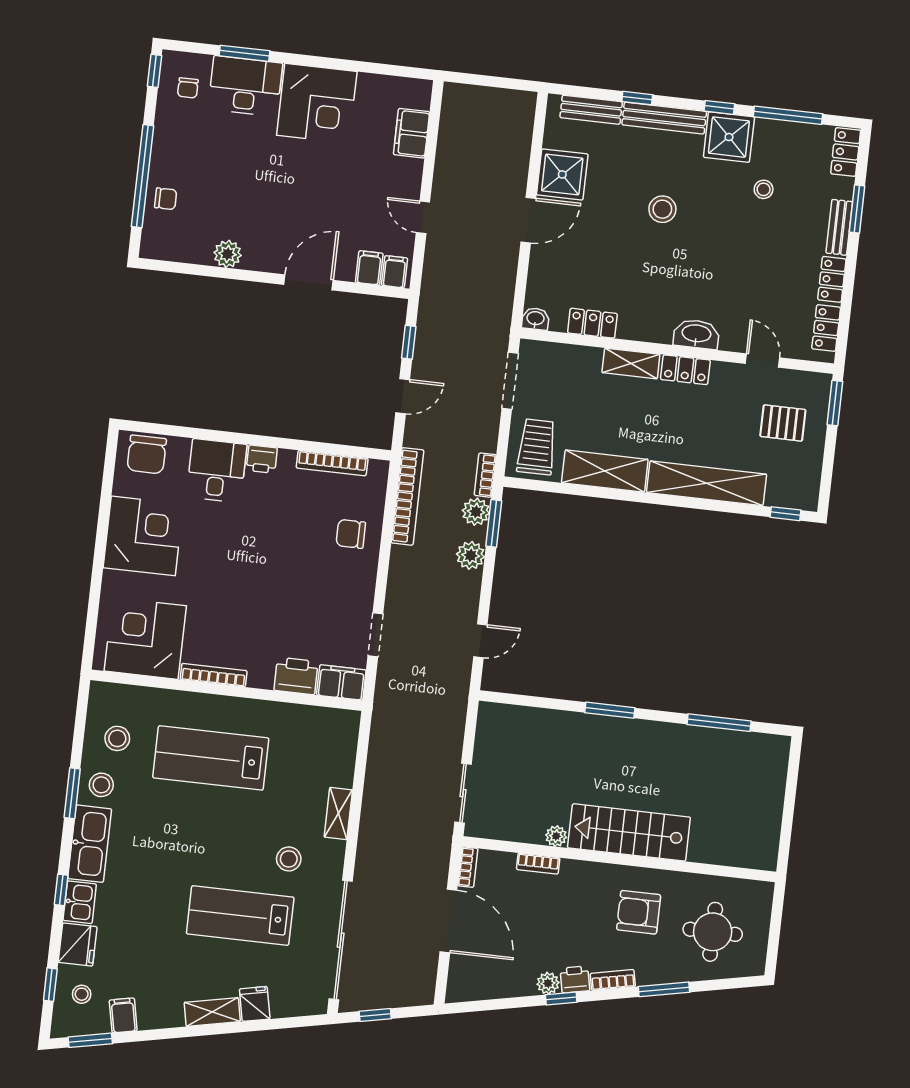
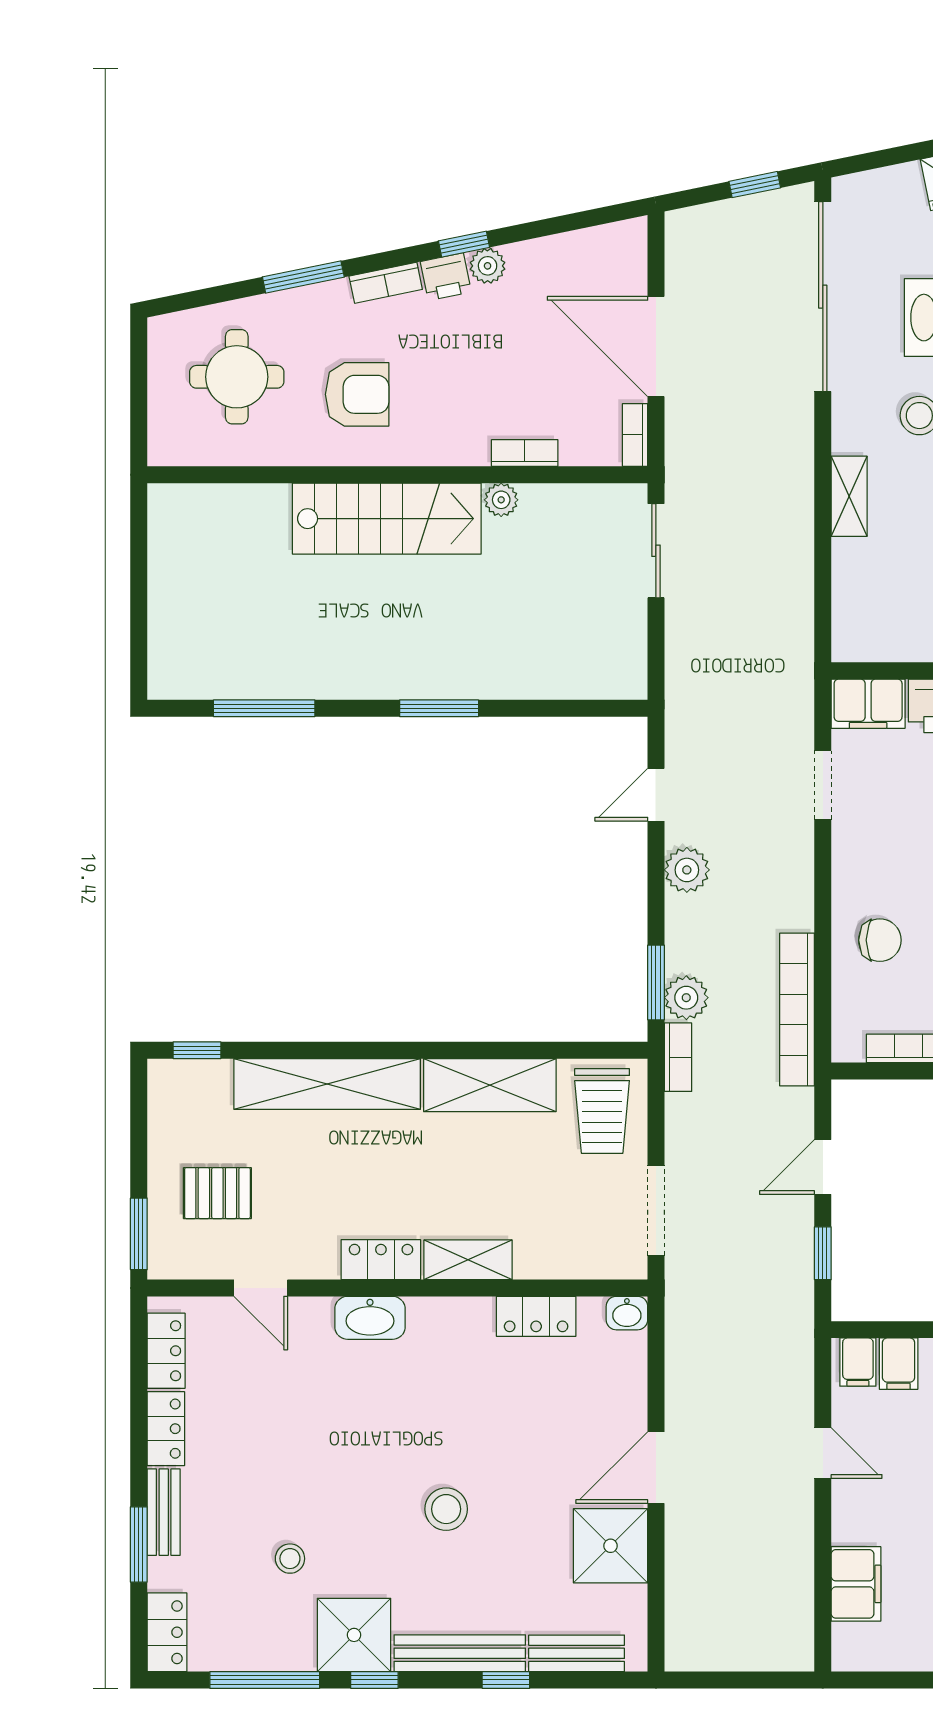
plant: (471, 555) -> (687, 870), moved

